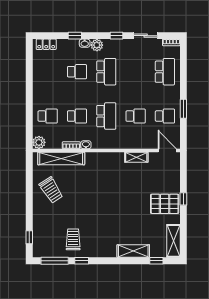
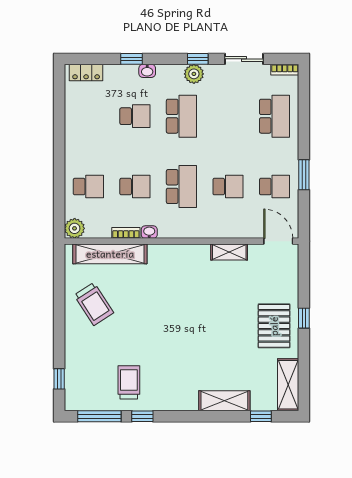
plant: (97, 45) -> (194, 74), moved
pallet: (165, 204) -> (274, 326), turned 90

